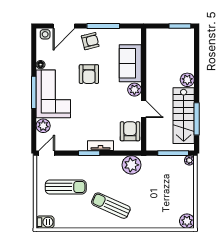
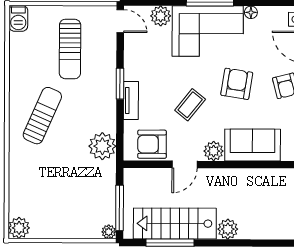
armchair: (89, 74) -> (237, 84), turned 99
coffee table: (103, 106) -> (190, 105), added
armchair: (130, 131) -> (152, 144), turned 180

